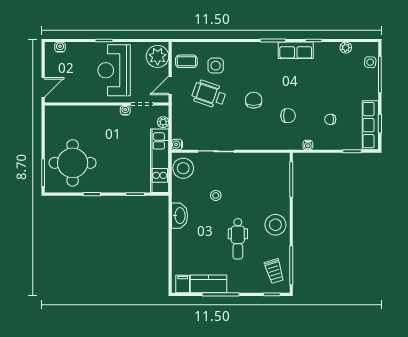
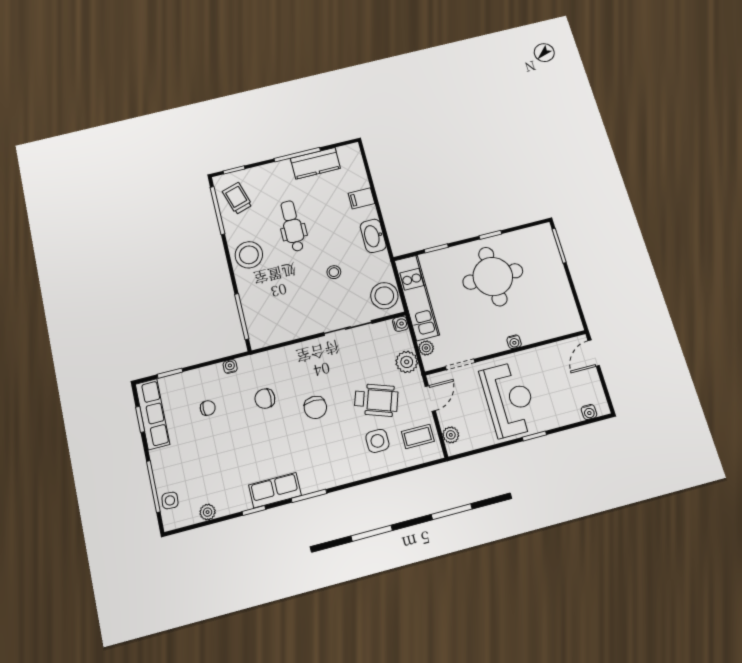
plant: (158, 56) -> (451, 435), width x0.53, depth x0.53
water cooler: (125, 110) -> (514, 342), moved
plant: (180, 116) -> (407, 362), added
round table: (73, 163) -> (493, 276), moved
filing cabinet: (183, 284) -> (362, 198), moved, turned 90

